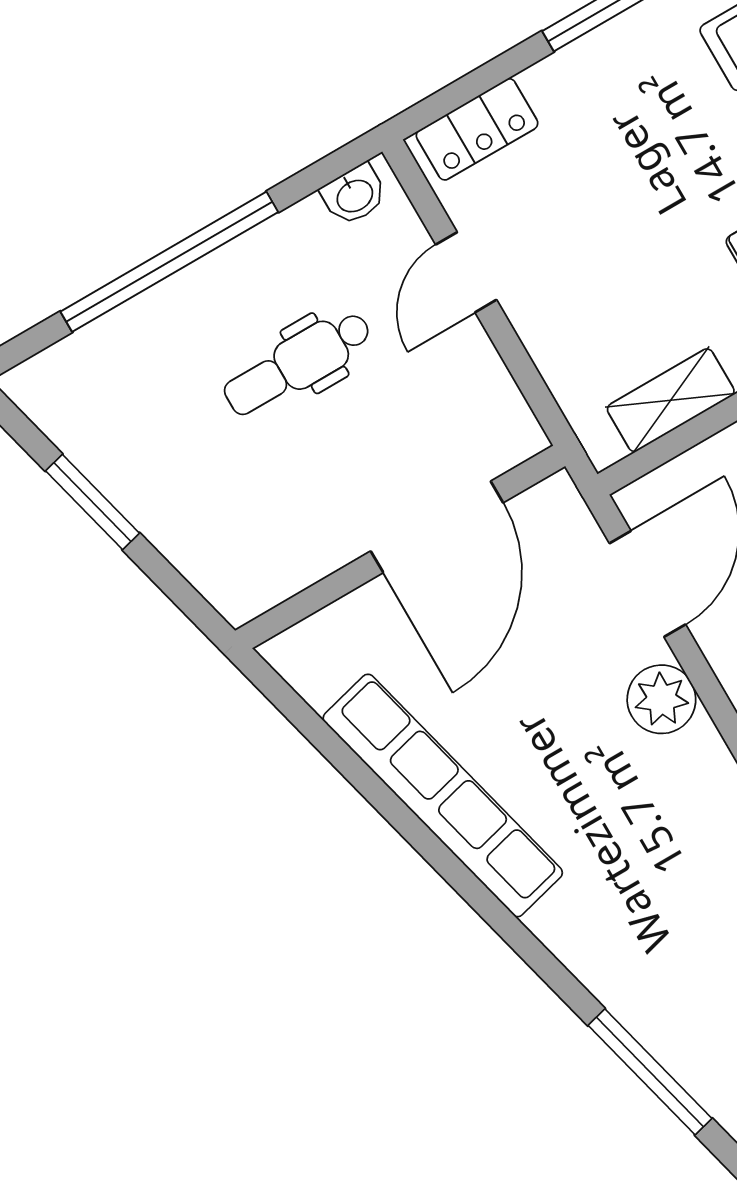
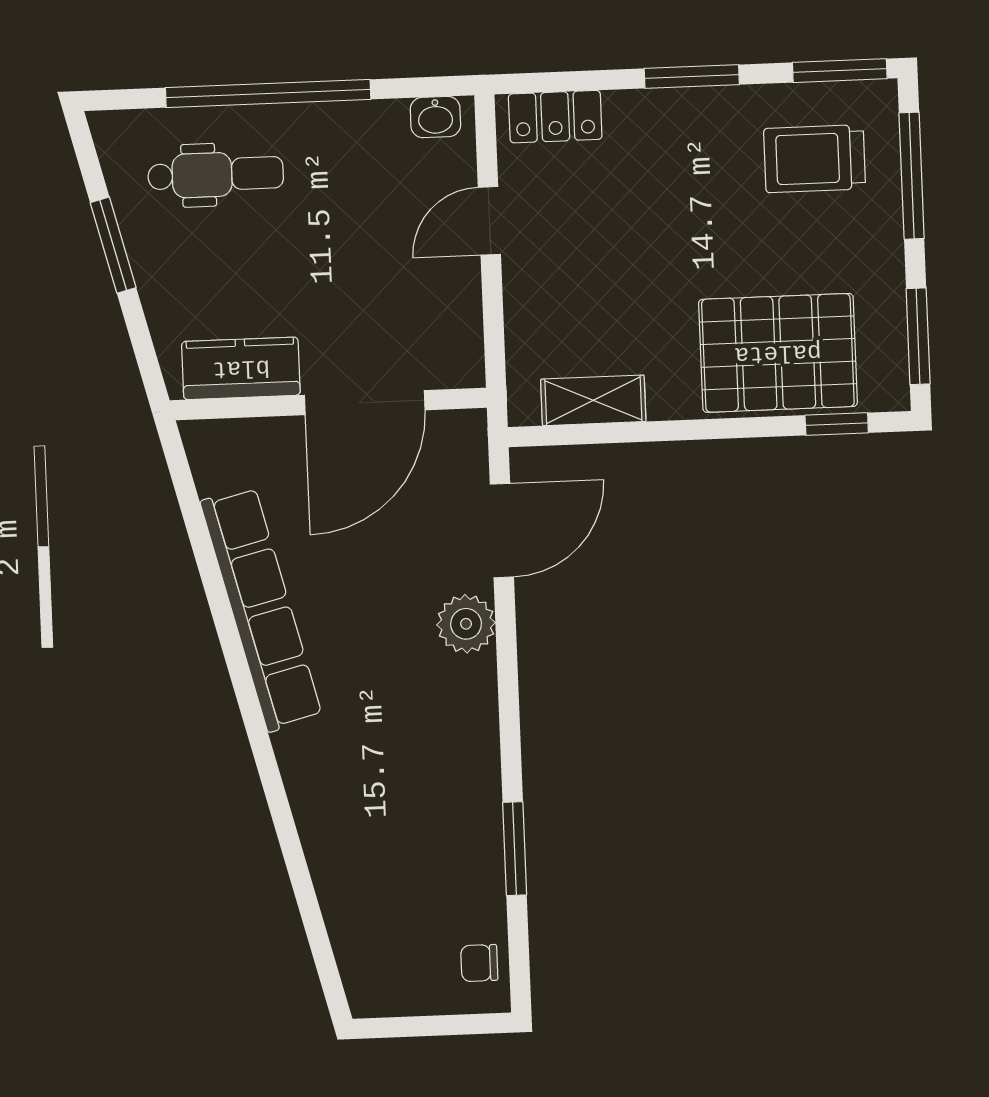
dental chair: (298, 363) -> (216, 175), moved, turned 180
kitchen counter: (291, 559) -> (241, 368), added
window: (650, 1072) -> (307, 902), removed

